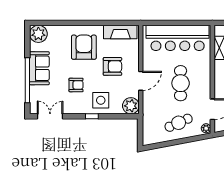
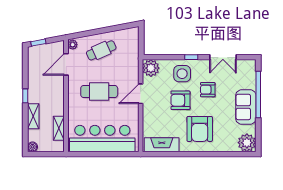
armchair: (112, 66) -> (180, 100), moved
cafe table: (181, 83) -> (99, 91), turned 90
double door: (50, 116) -> (223, 57), moved

